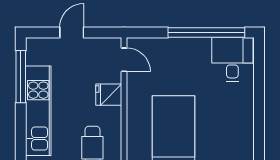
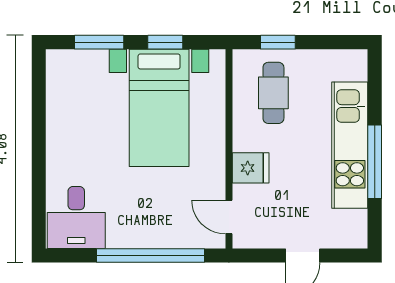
window: (206, 33) -> (150, 255), moved
window: (21, 77) -> (375, 162), moved

